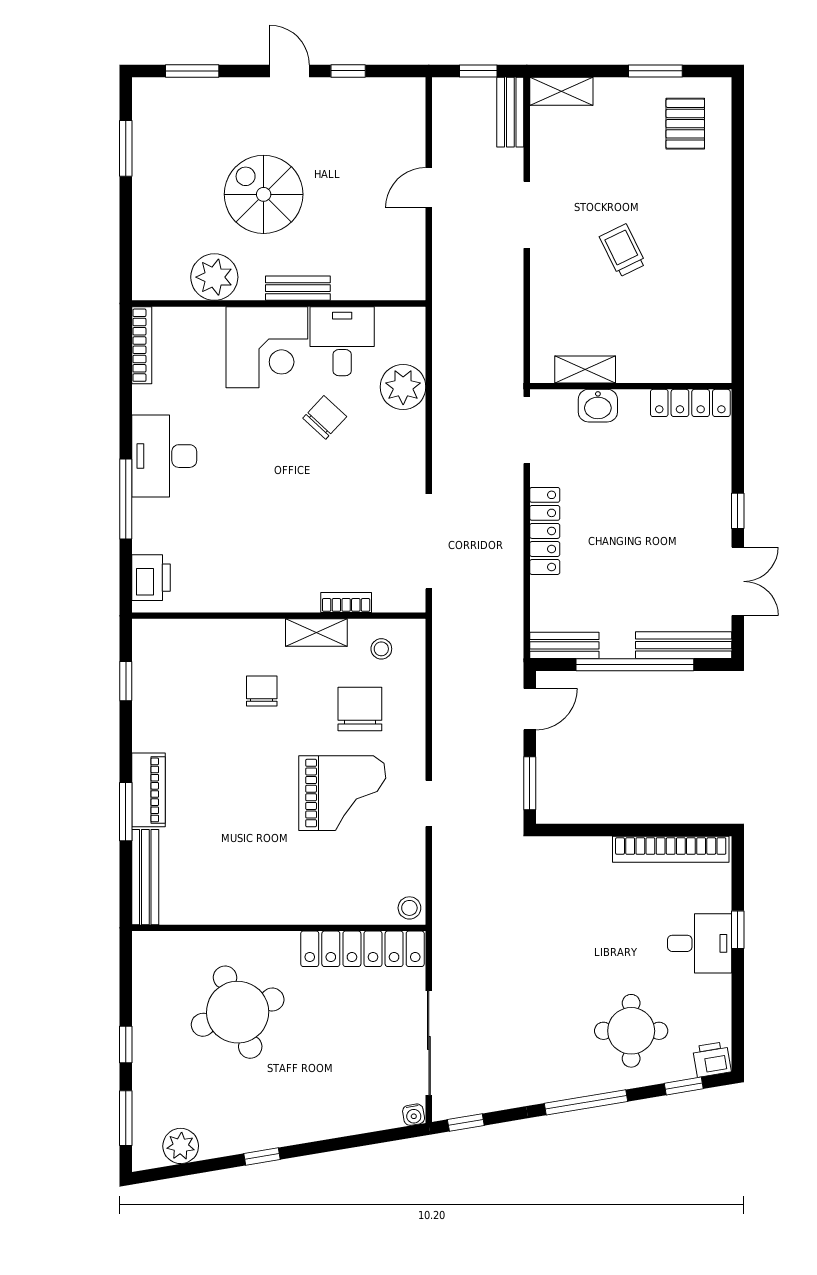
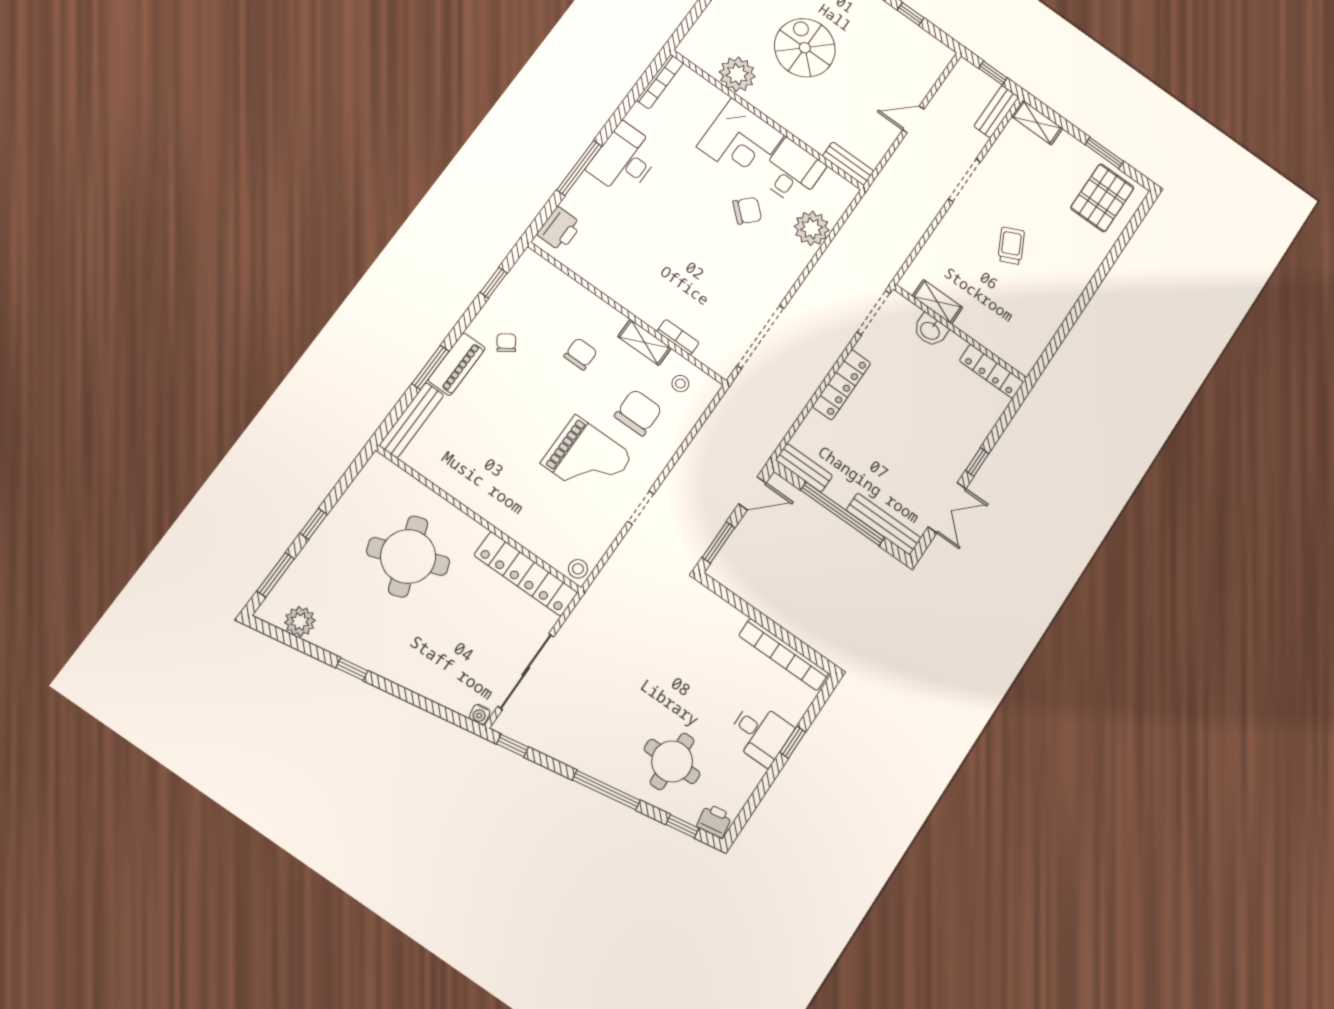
pallet: (685, 124) -> (1102, 198), width x1.50, depth x1.42
bench: (298, 288) -> (848, 164), moved
chair: (181, 733) -> (506, 343), added

